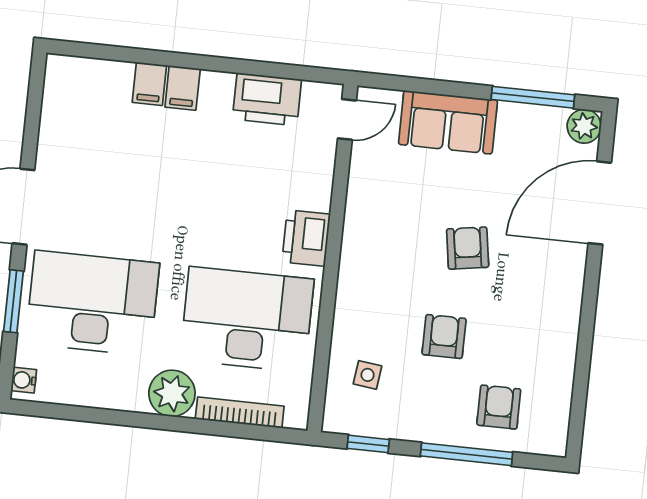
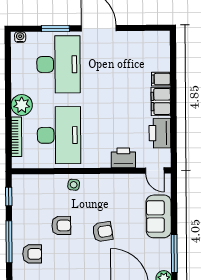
filing cabinet: (183, 88) -> (161, 101), width x2.00
printer: (306, 238) -> (123, 158), moved
side table: (368, 375) -> (74, 185), moved

